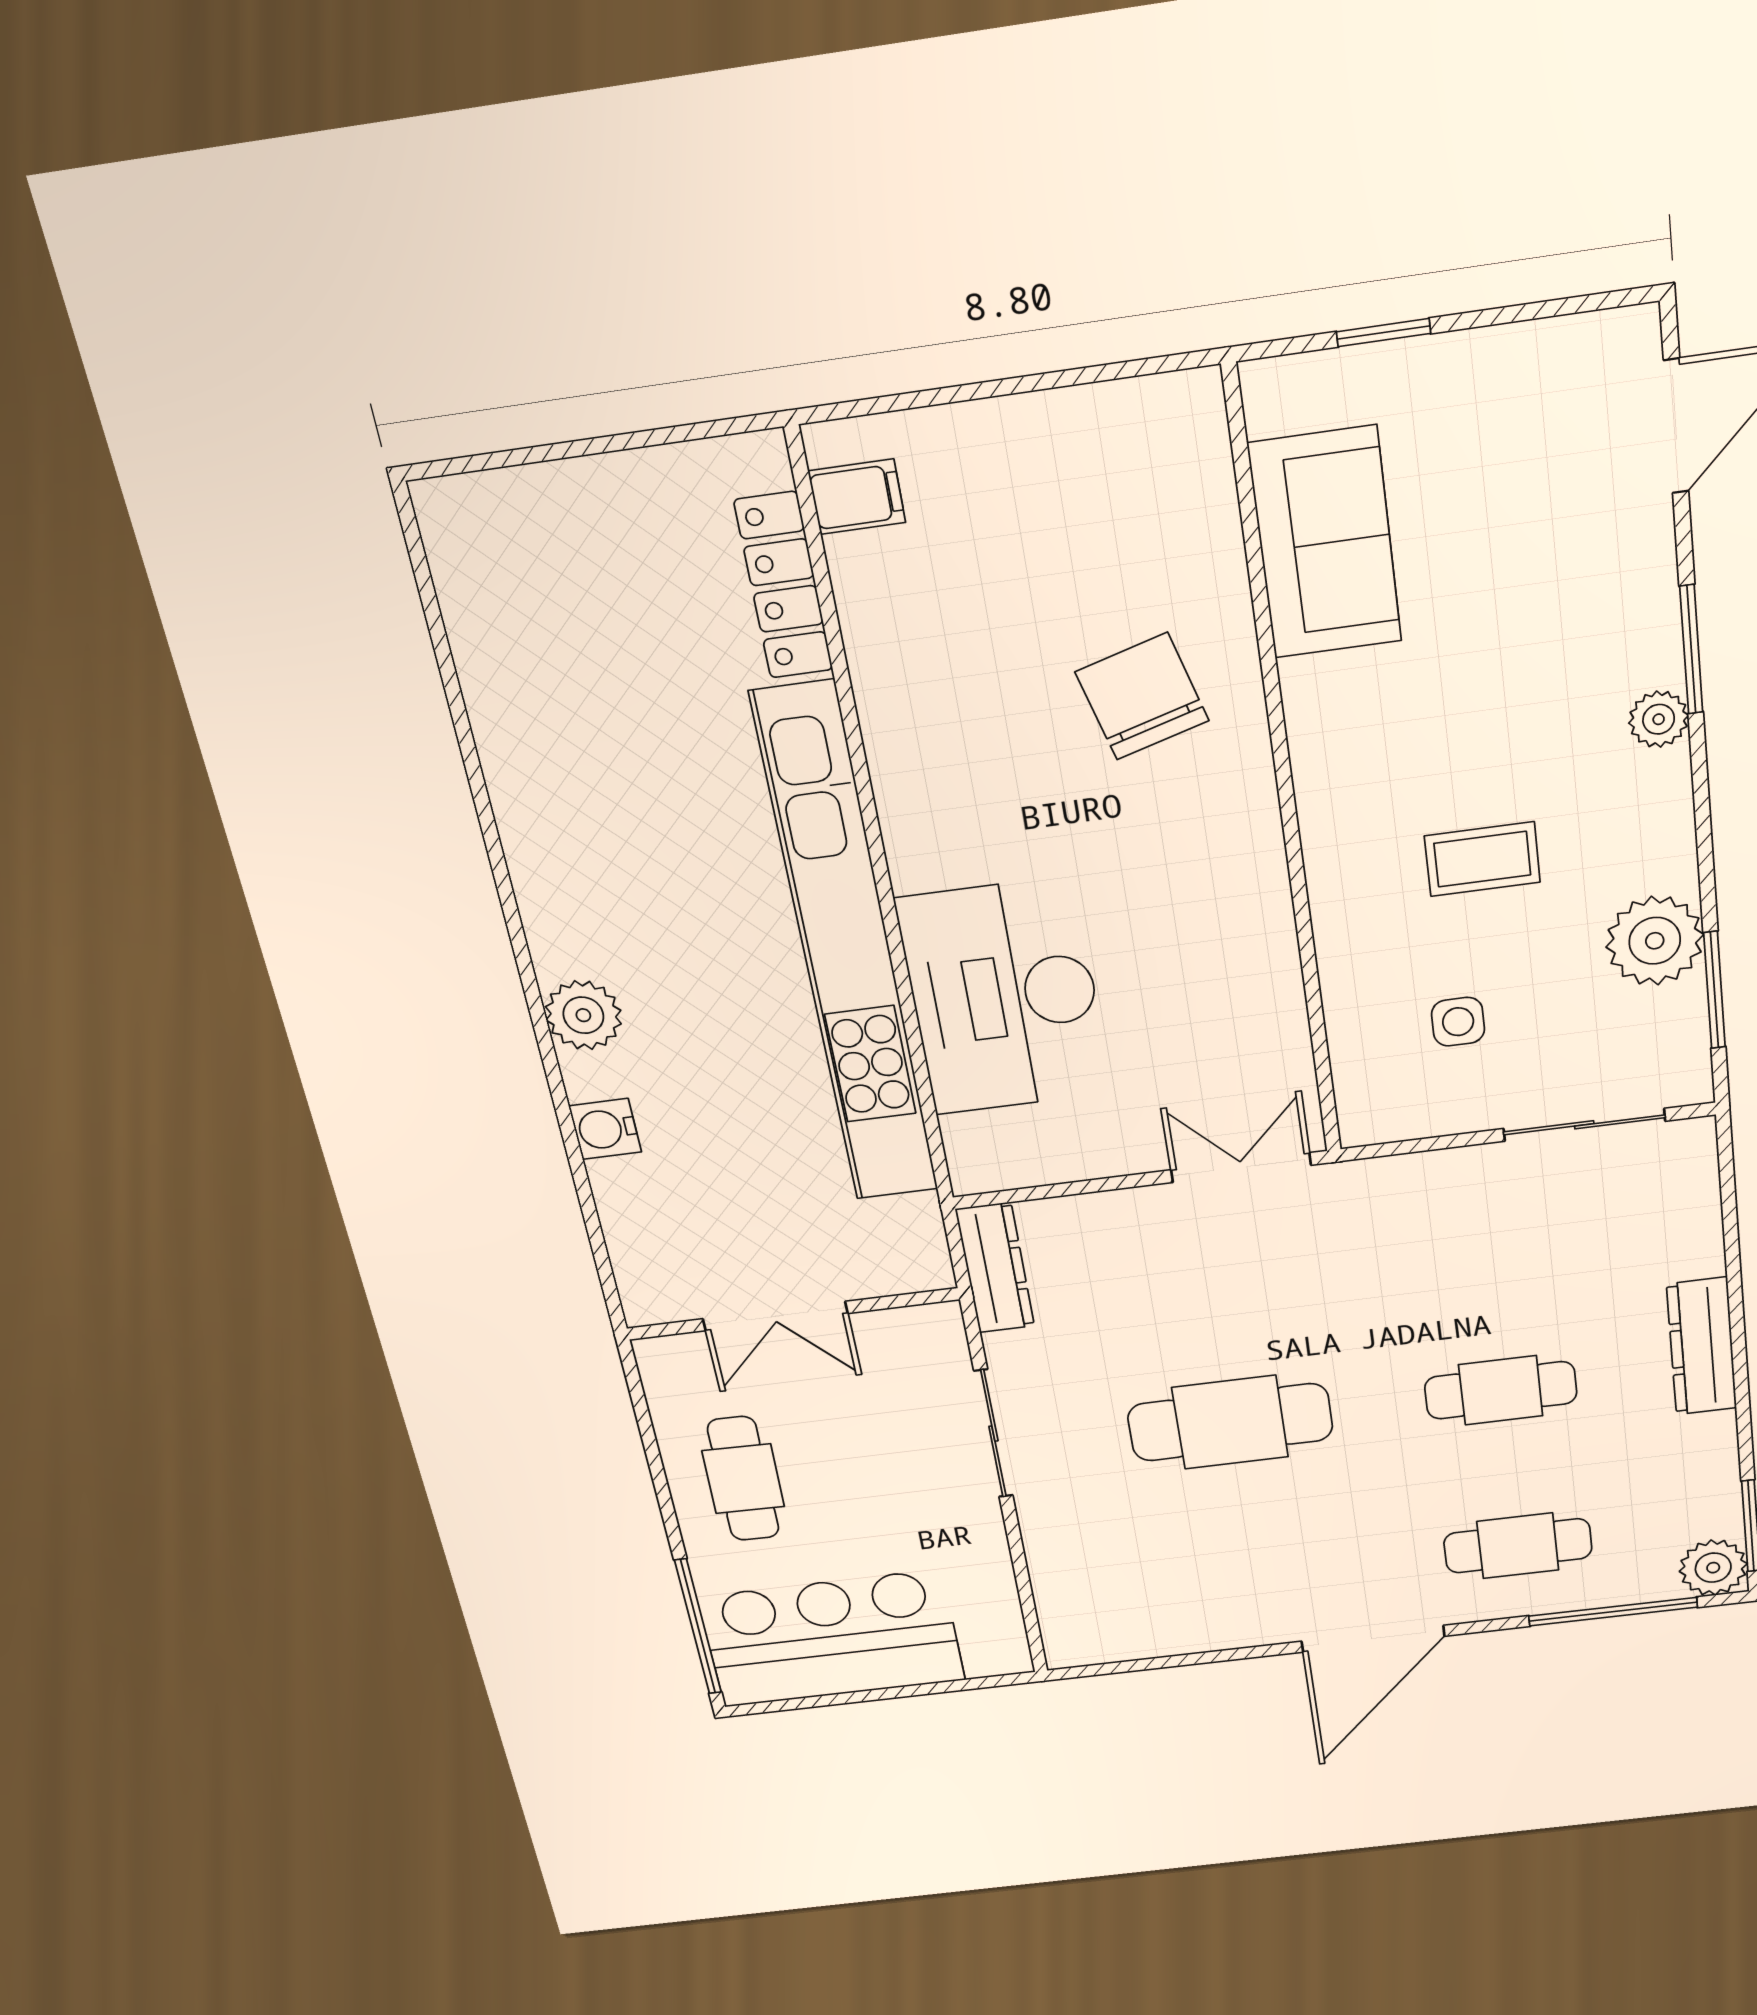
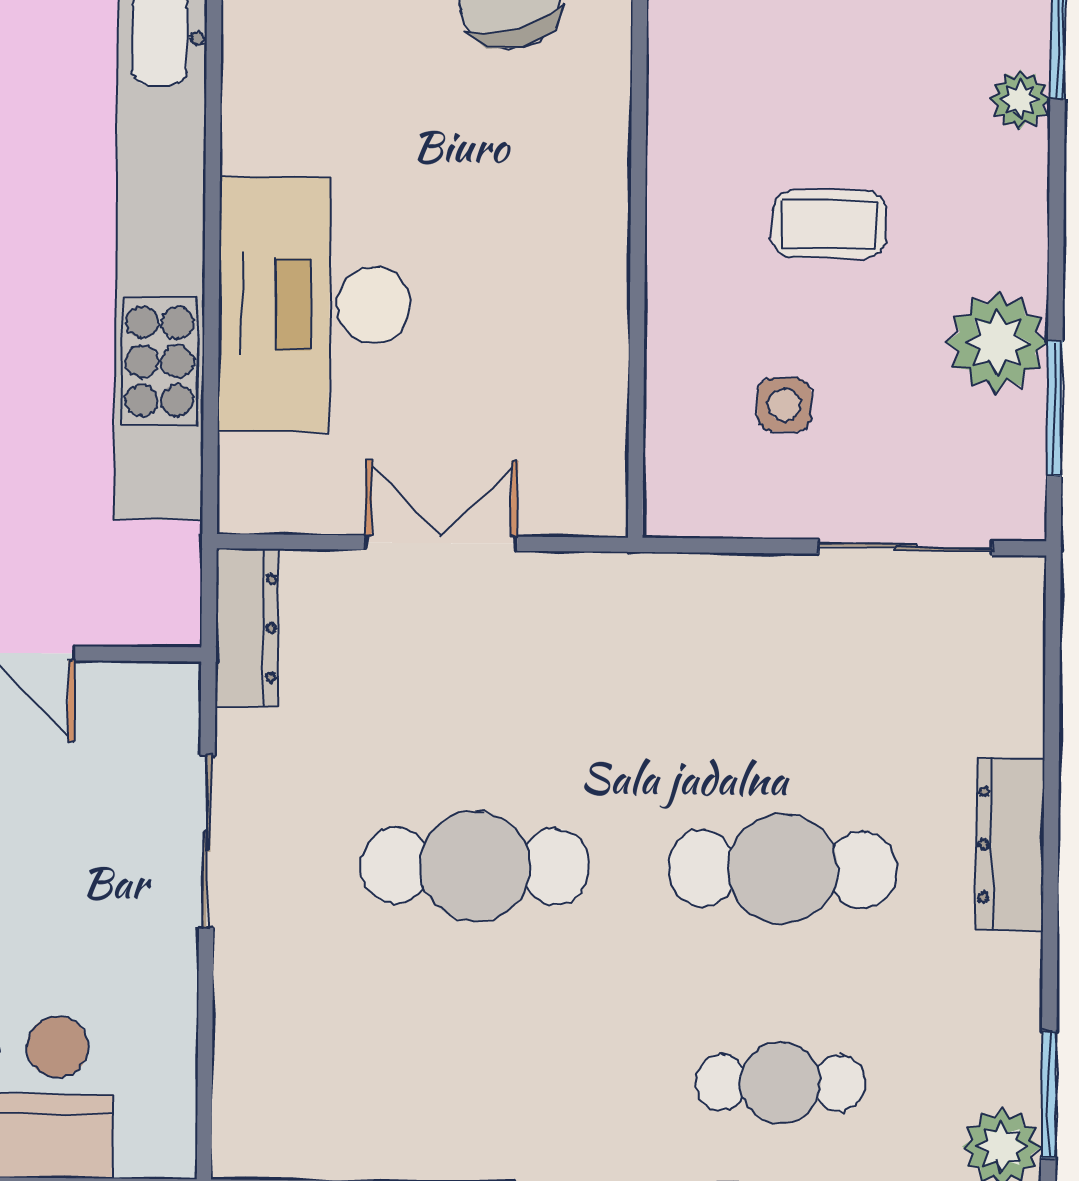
double door: (1241, 1168) -> (441, 543), moved
cafe table: (1501, 1390) -> (782, 869), width x1.37, depth x1.35

